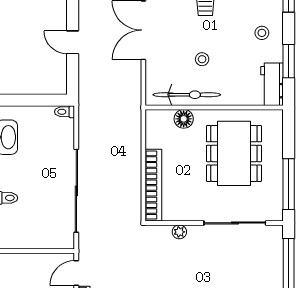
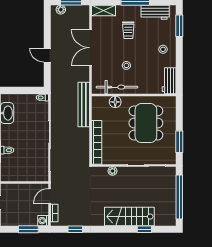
window: (289, 61) -> (179, 67), removed
bench: (132, 123) -> (84, 105), added
window: (289, 184) -> (179, 142), width x0.69

